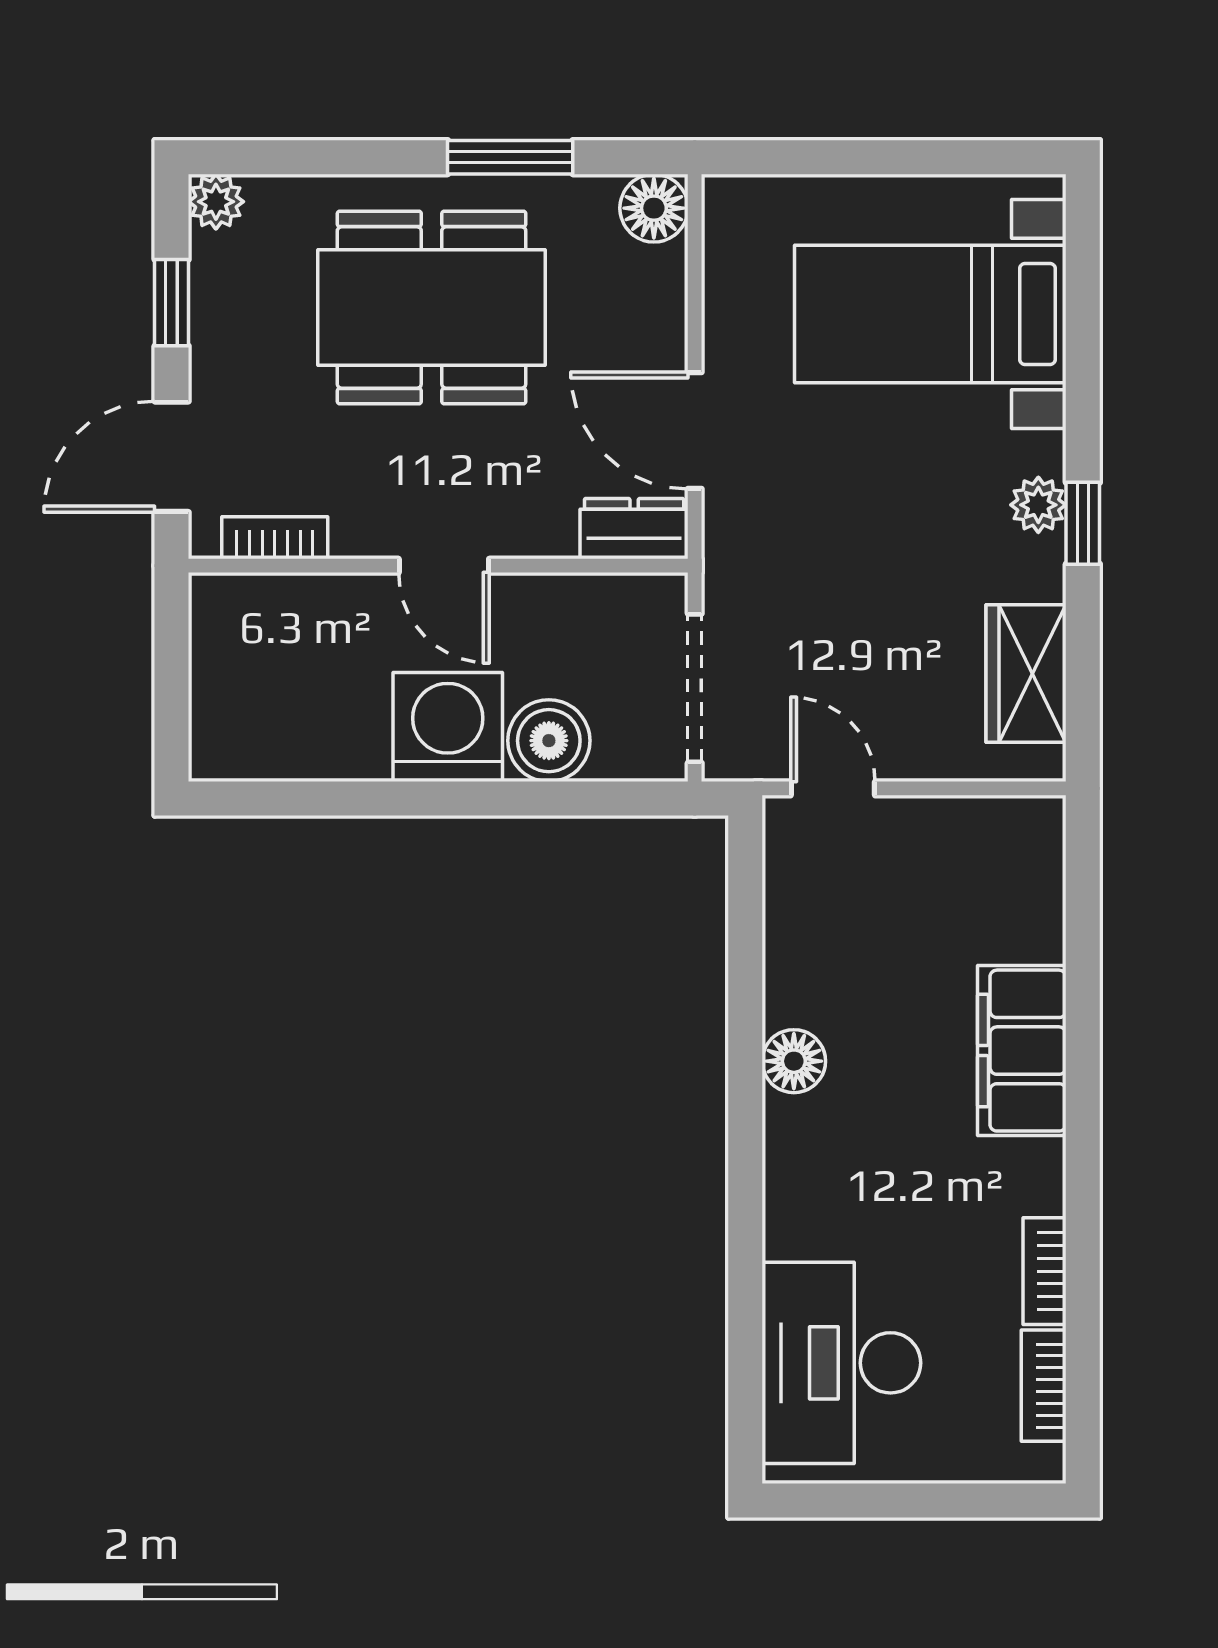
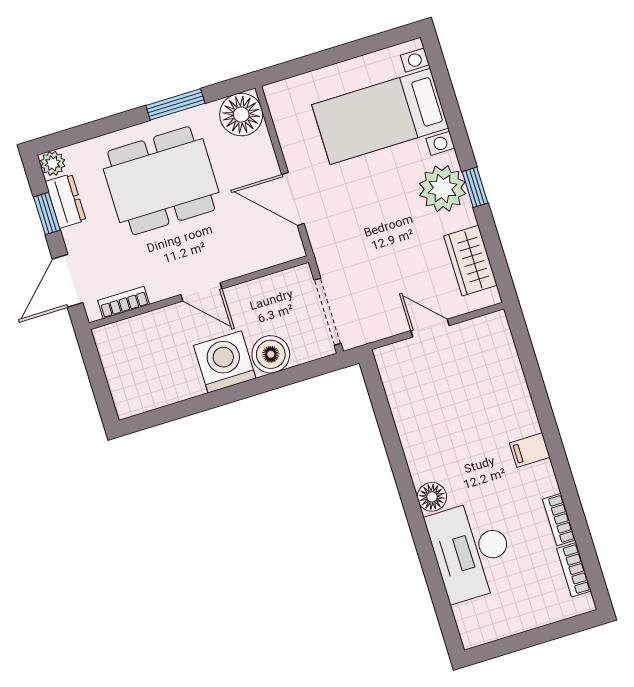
floor lamp: (654, 208) -> (241, 115), width x1.38, depth x1.38
plant: (1038, 505) -> (442, 189), width x1.87, depth x1.87
dresser: (634, 529) -> (66, 201), moved, turned 90
door: (833, 788) -> (430, 328), moved
filing cabinet: (1022, 1051) -> (530, 450), width x0.33, depth x0.86
floor lamp: (794, 1061) -> (432, 497), moved
desk: (841, 1363) -> (471, 551), moved

